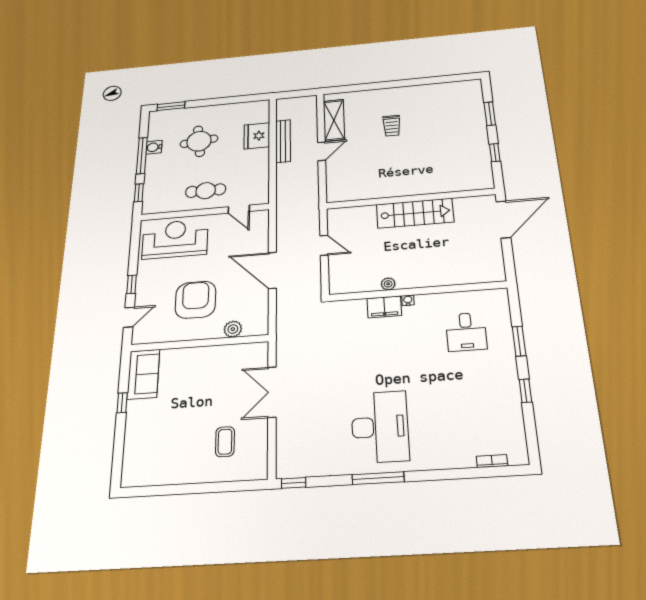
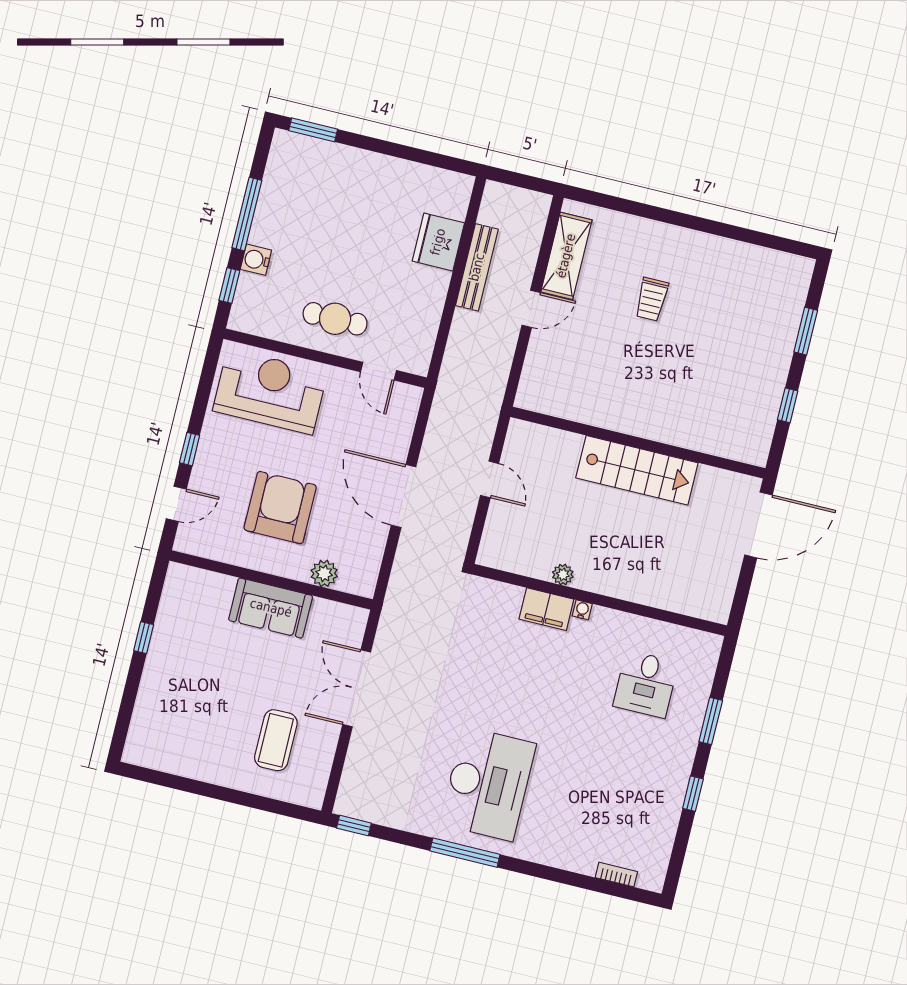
round table: (199, 141) -> (344, 219), removed
water cooler: (154, 147) -> (256, 260), moved
sofa: (143, 374) -> (271, 608), moved, turned 90
coffee table: (225, 442) -> (276, 740), width x1.36, depth x1.30

